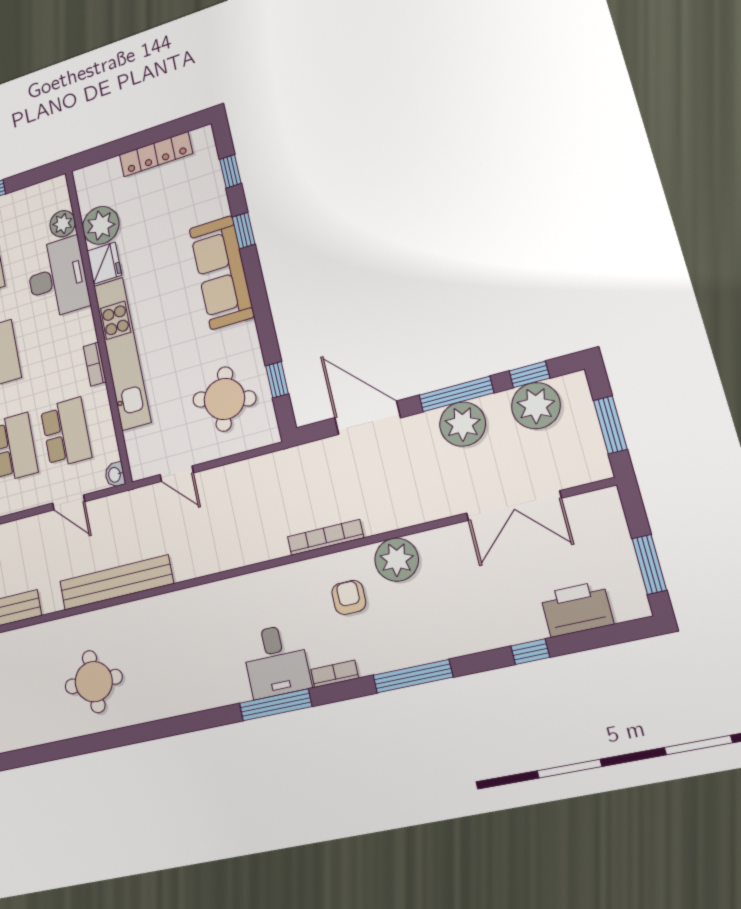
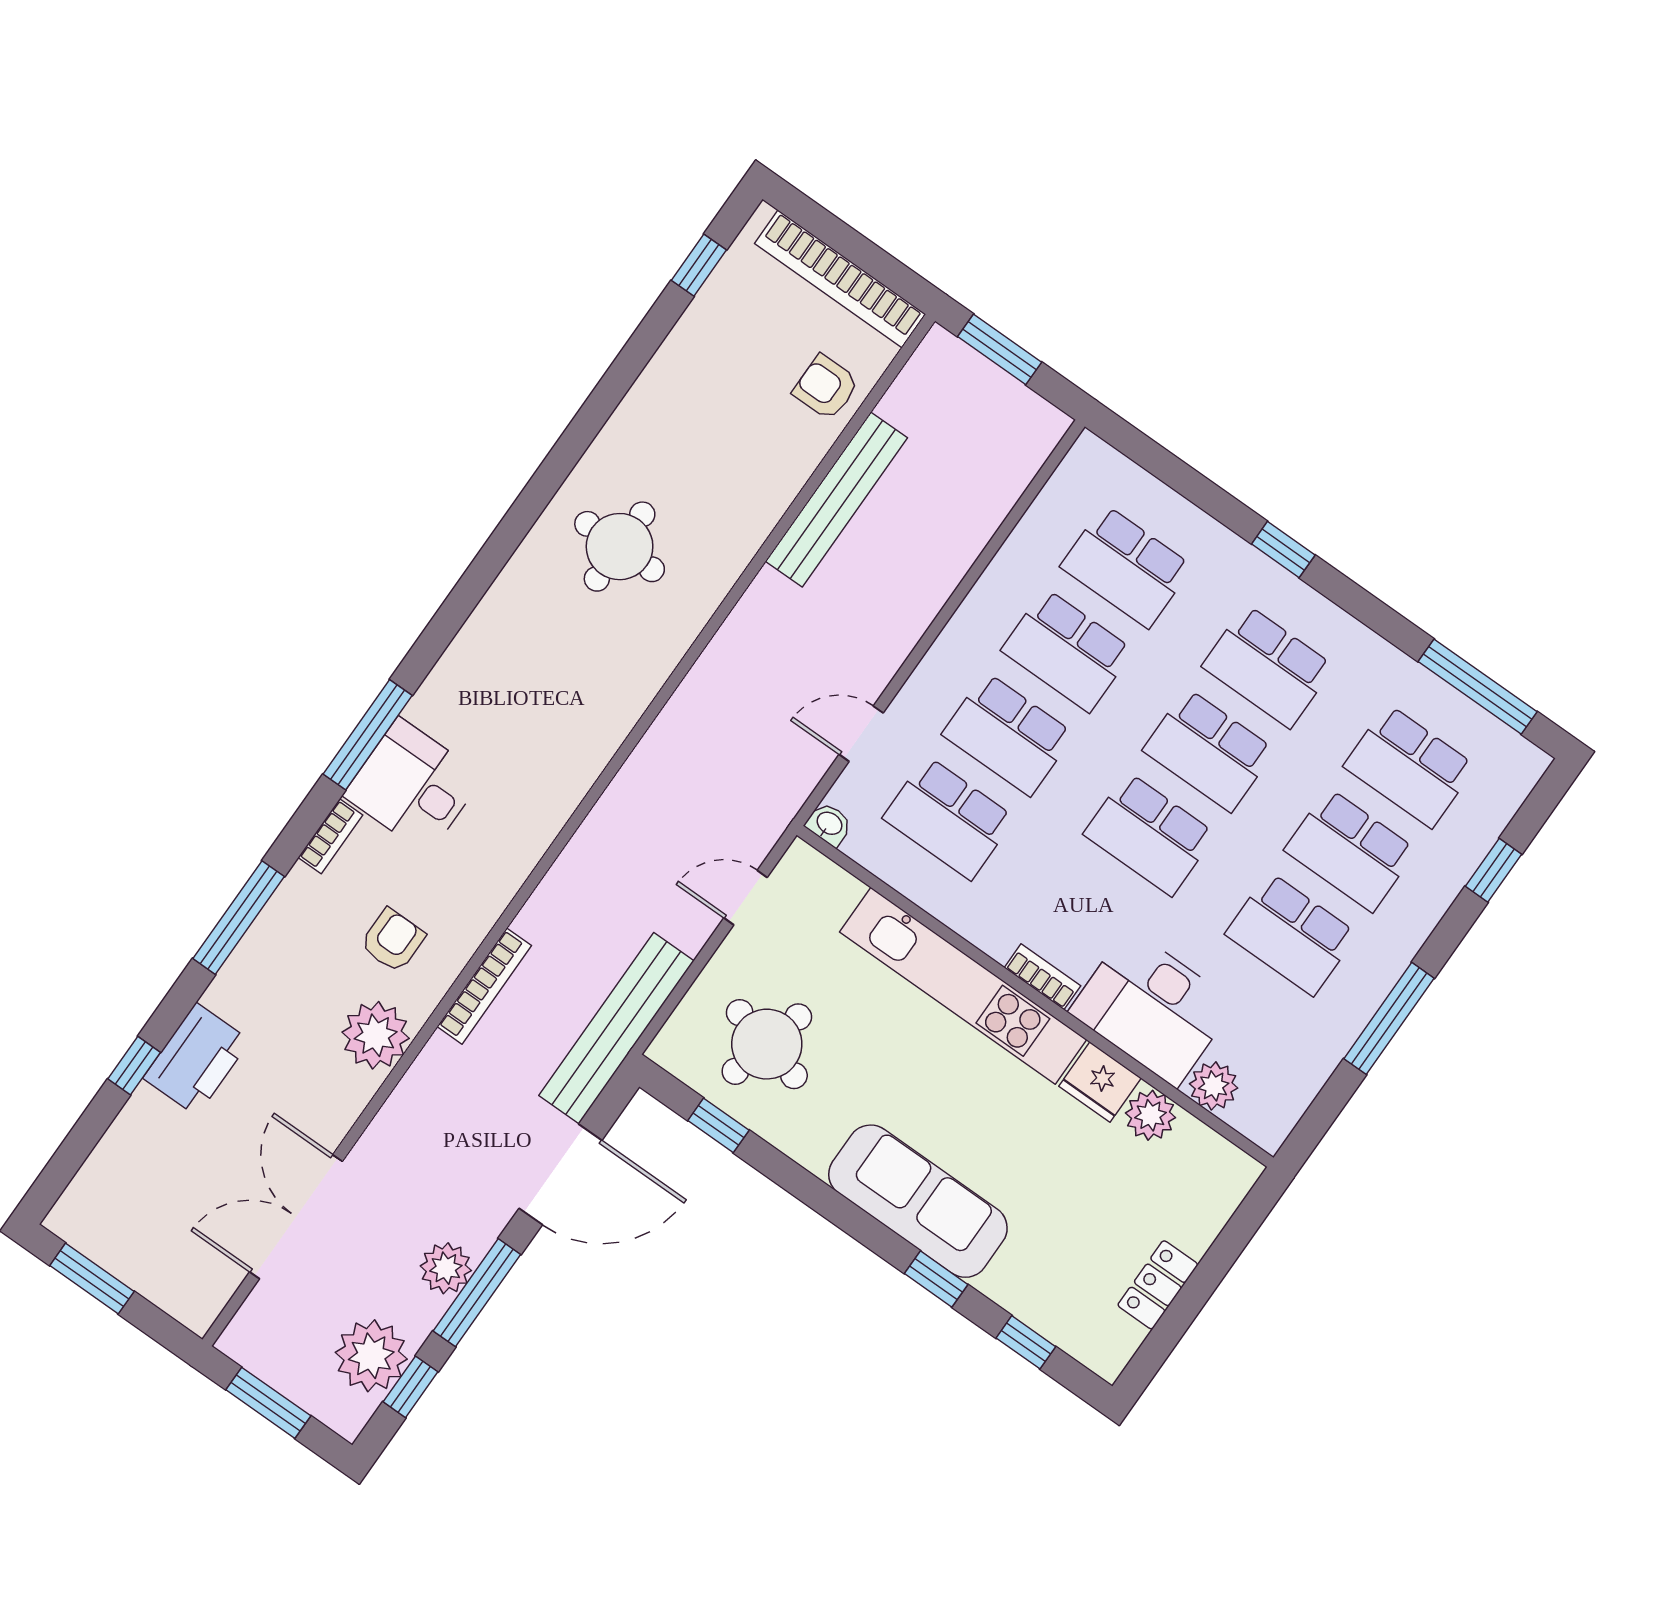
locker: (156, 154) -> (1158, 1285), width x0.66
plant: (101, 225) -> (1150, 1115), width x0.73, depth x0.73
bookcase: (95, 364) -> (1042, 977), moved
plant: (463, 424) -> (446, 1268), width x0.73, depth x0.73
bench: (116, 582) -> (616, 1028), moved
armchair: (349, 597) -> (393, 940), turned -90
printer: (577, 609) -> (196, 1059), moved

